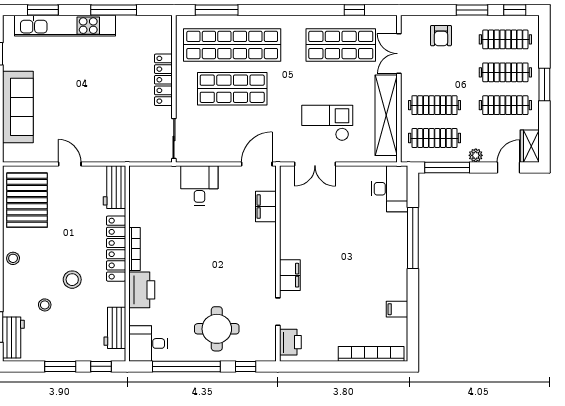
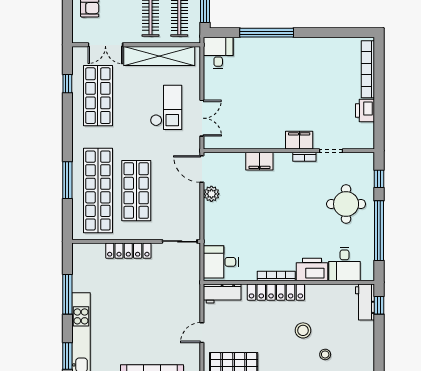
window: (217, 10) -> (67, 180), moved
checkout: (327, 123) -> (166, 107), turned 180
plant: (228, 175) -> (211, 194), added
desk: (199, 186) -> (221, 262), moved
desk: (390, 189) -> (218, 53), width x0.73
filing cabinet: (266, 207) -> (259, 161), moved
bookcase: (271, 281) -> (304, 157), added
filing cabinet: (397, 309) -> (329, 46), removed
workbench: (115, 328) -> (365, 302), moved, turned 90
printer: (290, 342) -> (365, 110), moved, turned -90
desk: (148, 343) -> (344, 264), moved
window: (60, 366) -> (379, 341), removed

